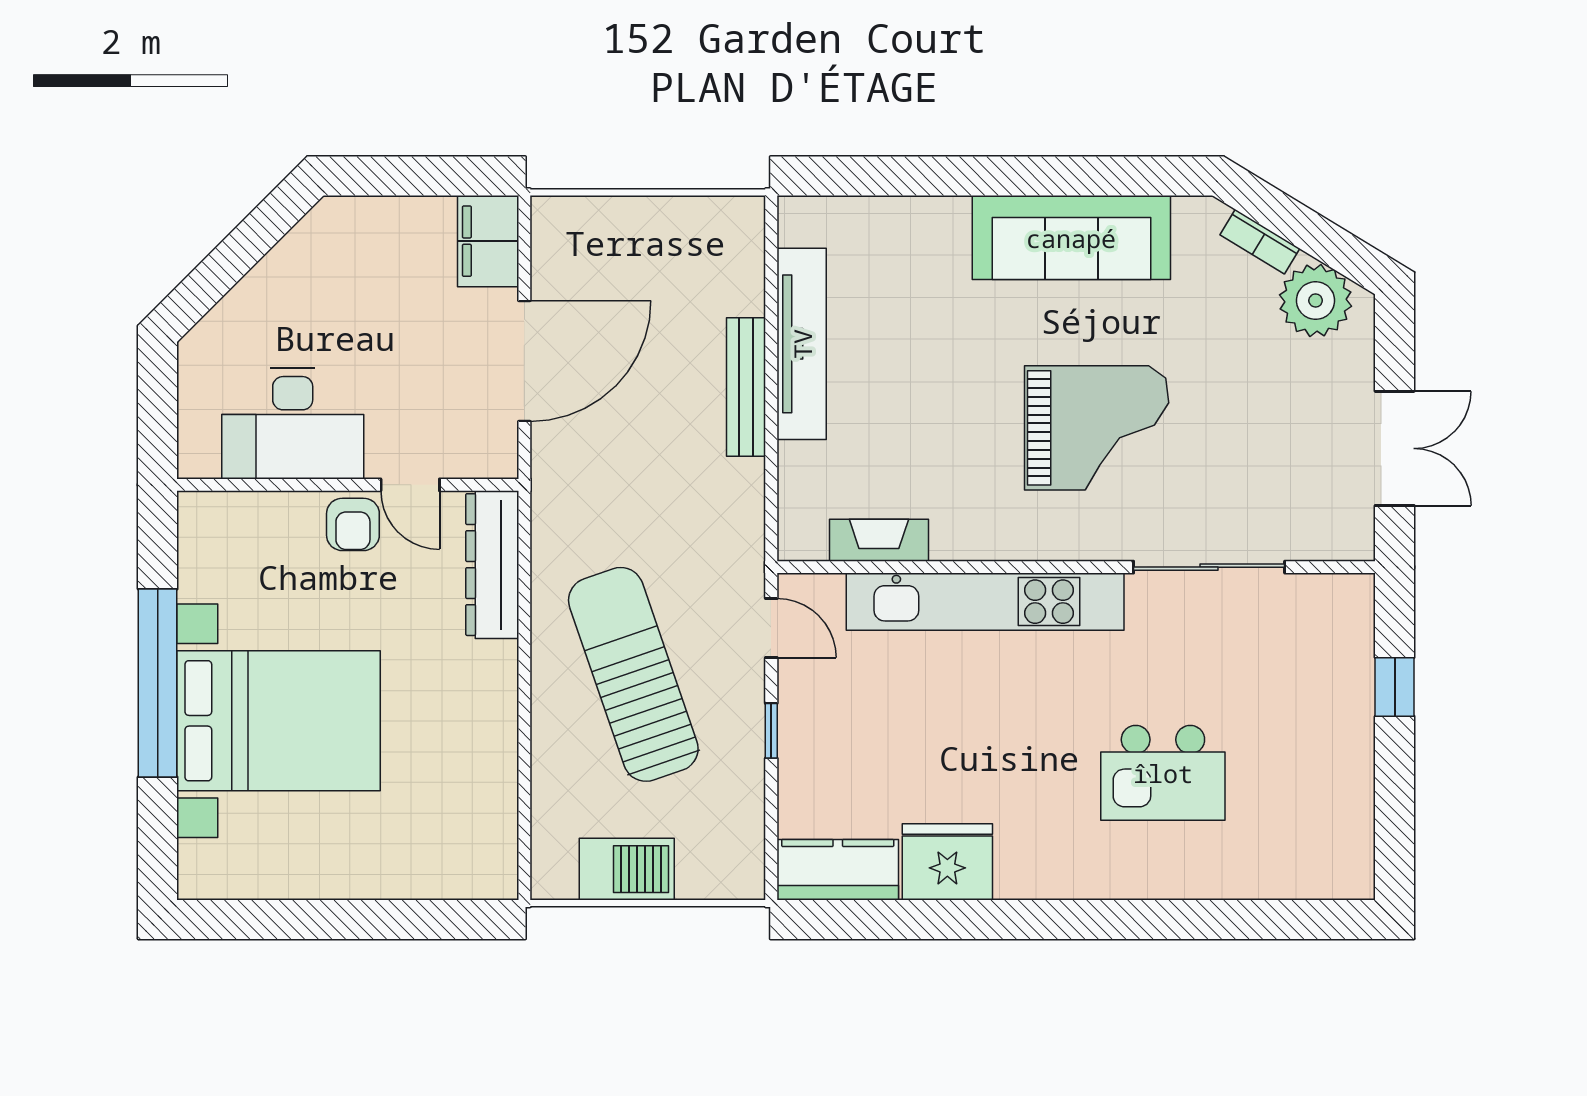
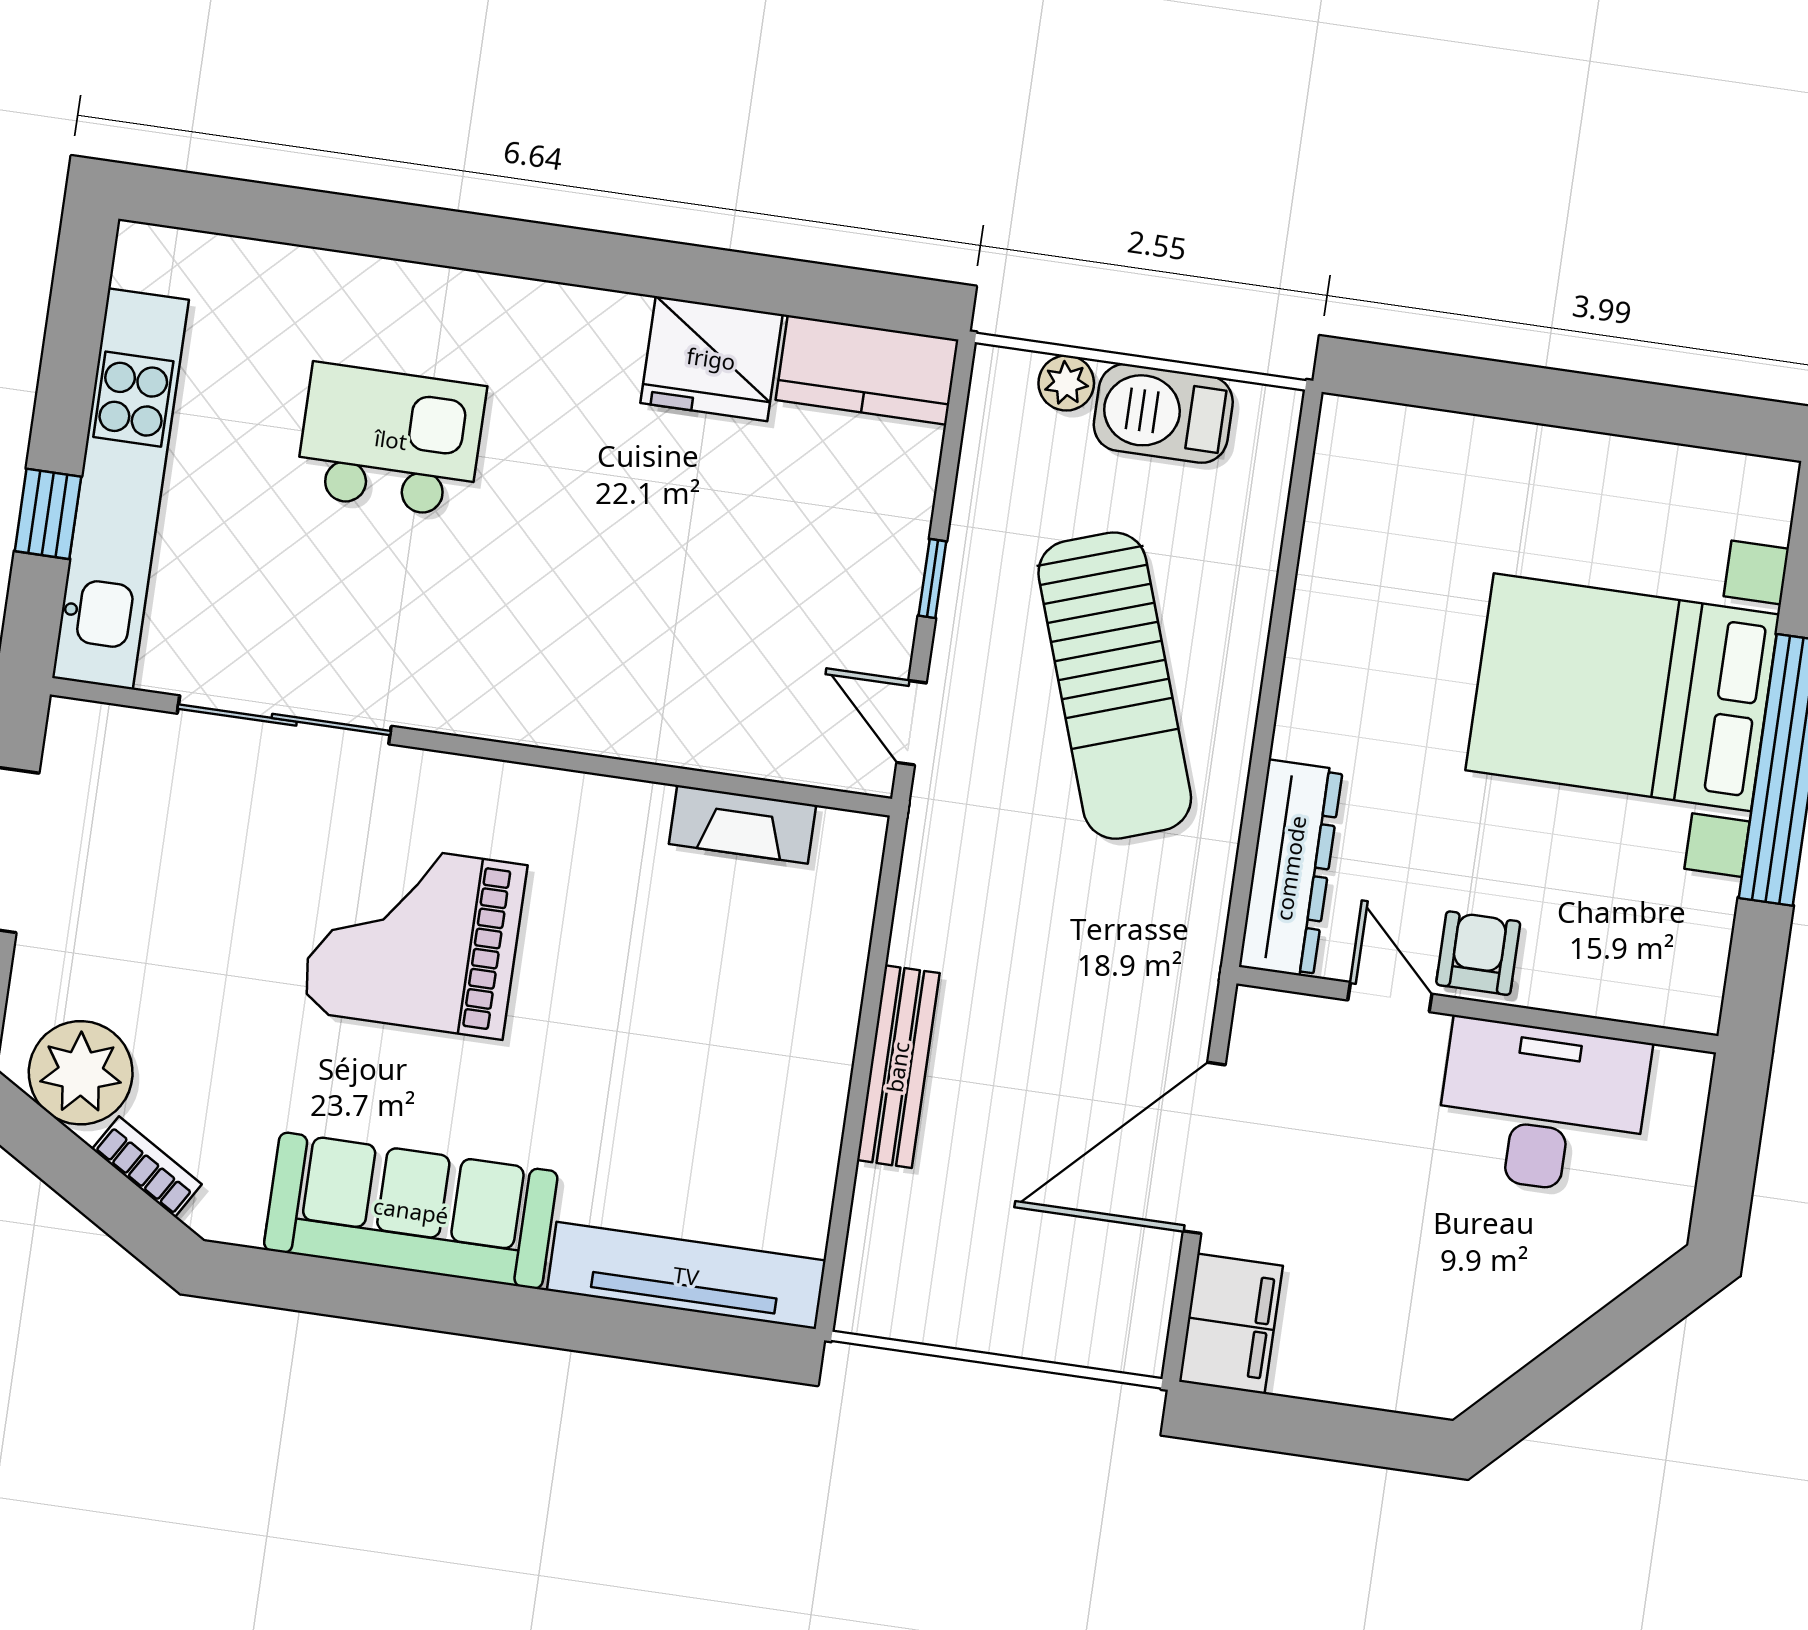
tv unit: (802, 344) -> (686, 1276), moved, turned 90
kitchen unit: (985, 602) -> (120, 489), moved, turned 90
plant: (698, 881) -> (1066, 383), added

